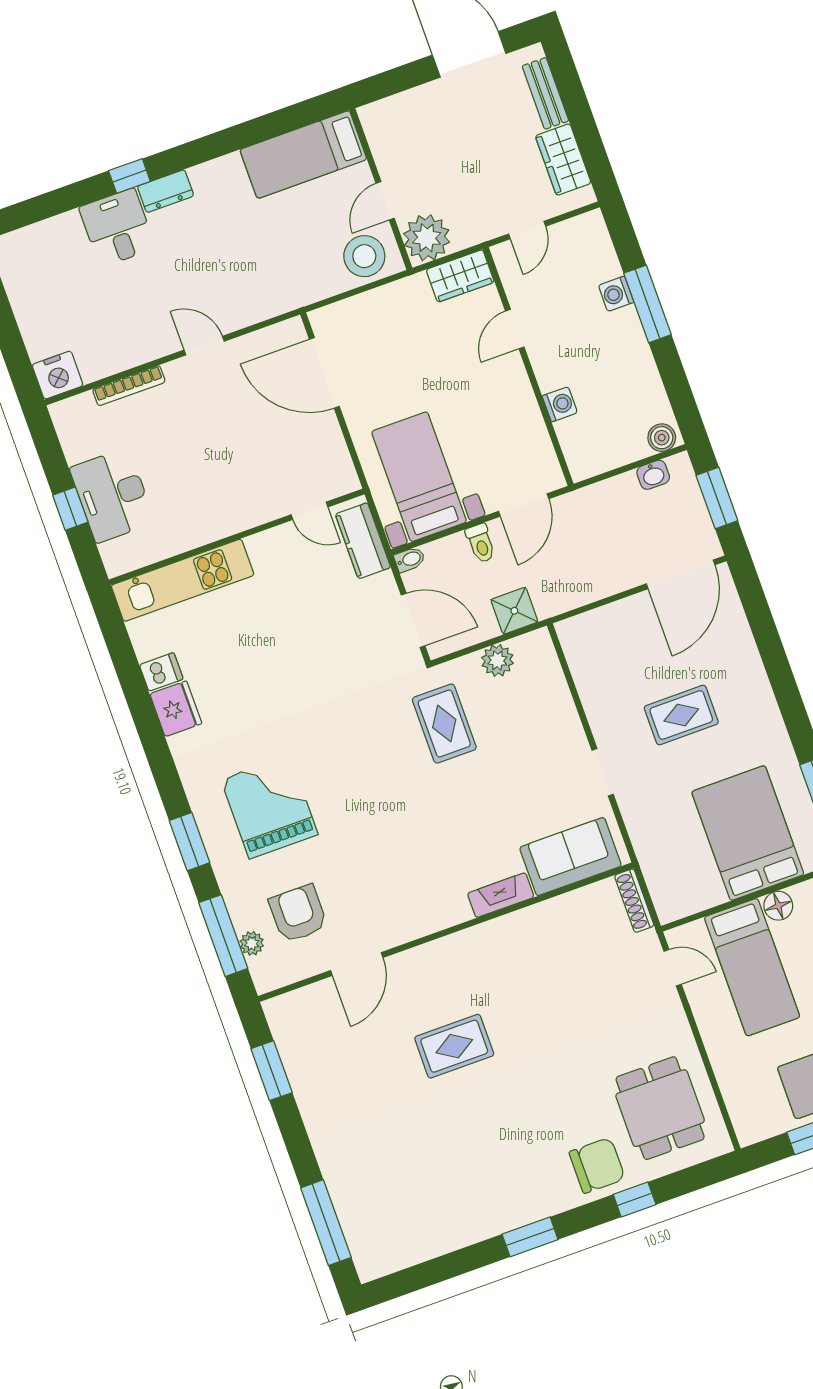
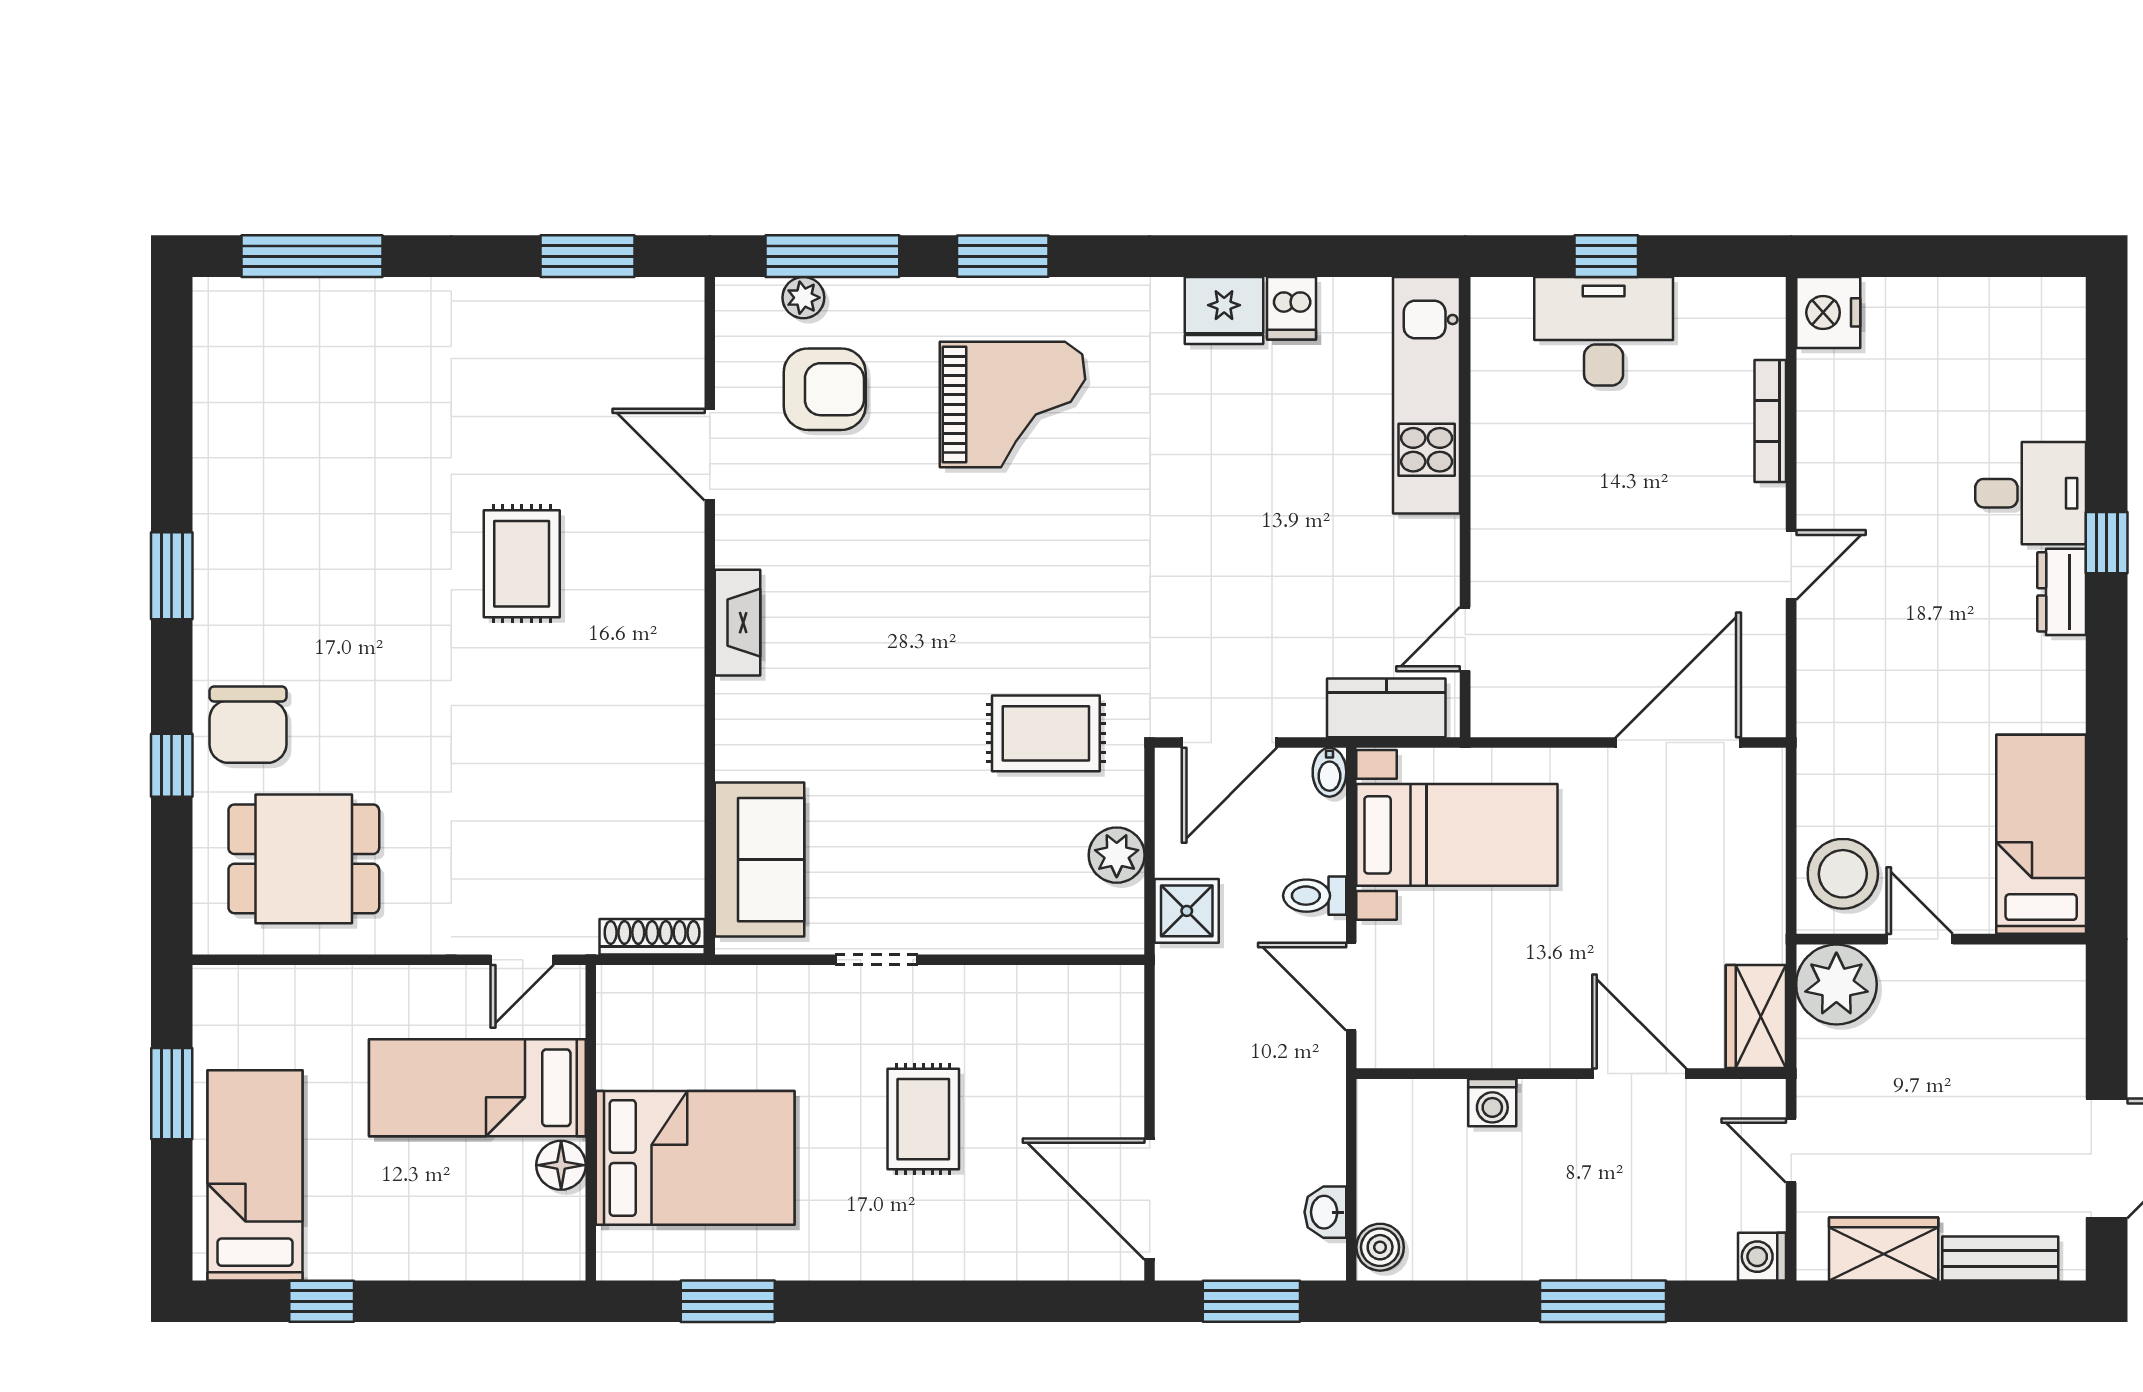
washing machine: (616, 294) -> (1762, 1257), moved, turned -90
door: (515, 329) -> (1639, 1074), width x1.37
fireplace: (501, 895) -> (738, 623), moved

